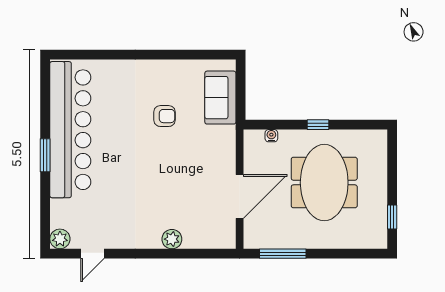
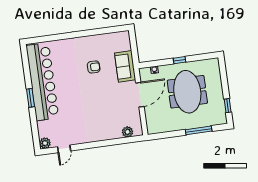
sofa: (220, 98) -> (125, 66), moved
door: (240, 197) -> (140, 95), moved
plant: (172, 239) -> (128, 132), moved
window: (283, 254) -> (199, 130), moved

